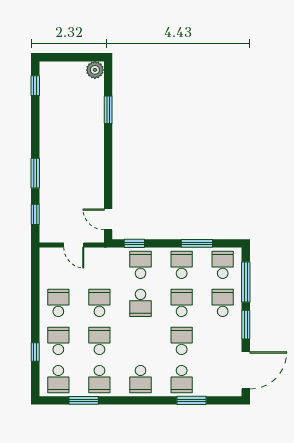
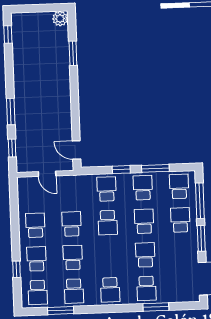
window: (134, 243) -> (121, 170), moved

